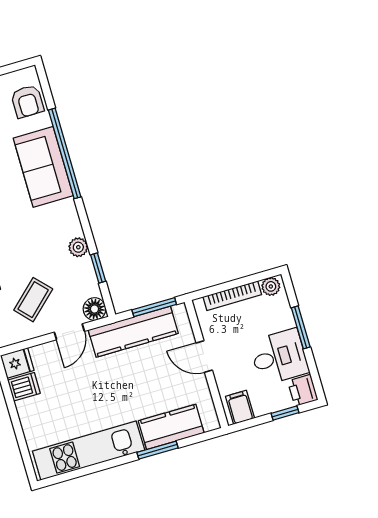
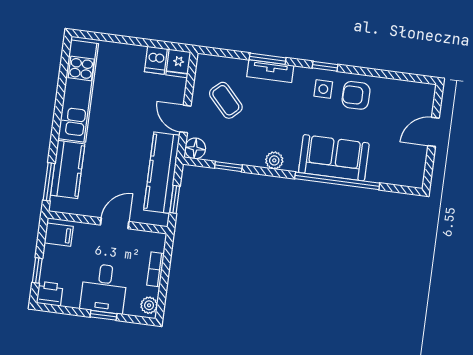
armchair: (27, 101) -> (395, 169), removed
plant: (78, 247) -> (274, 160), moved
bookcase: (232, 296) -> (155, 269), width x0.64
window: (154, 307) -> (175, 199), width x0.67
window: (301, 327) -> (104, 315), width x0.67
desk: (279, 357) -> (104, 288), moved
window: (157, 450) -> (49, 182), moved

